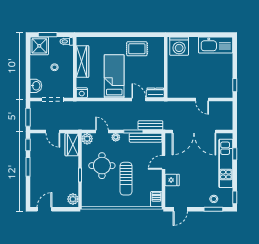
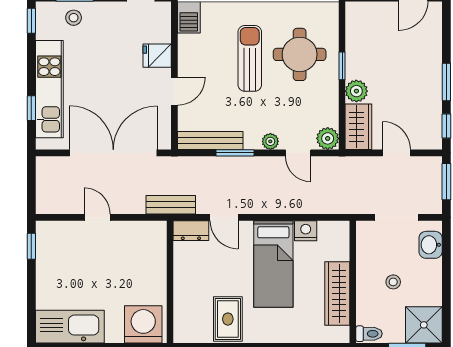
rug: (137, 49) -> (228, 319), turned 90
nightstand: (82, 93) -> (306, 231), moved
bench: (150, 125) -> (171, 205), moved
round table: (102, 166) -> (300, 54), moved
plant: (73, 199) -> (356, 91), moved

